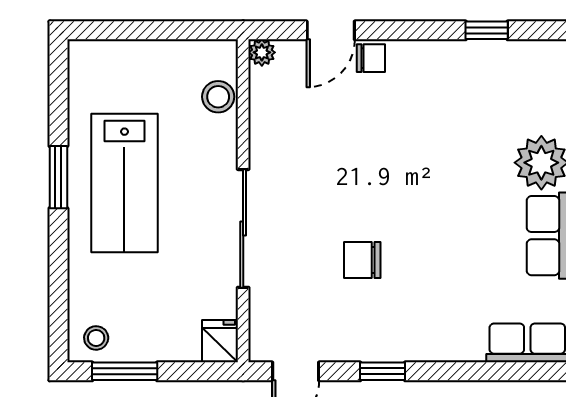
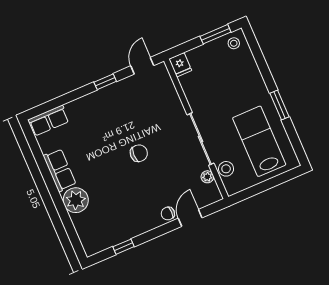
plant: (262, 52) -> (207, 177), moved
lab bench: (124, 183) -> (259, 141), moved
sliding door: (243, 228) -> (201, 139), moved
chair: (362, 260) -> (139, 153), moved

